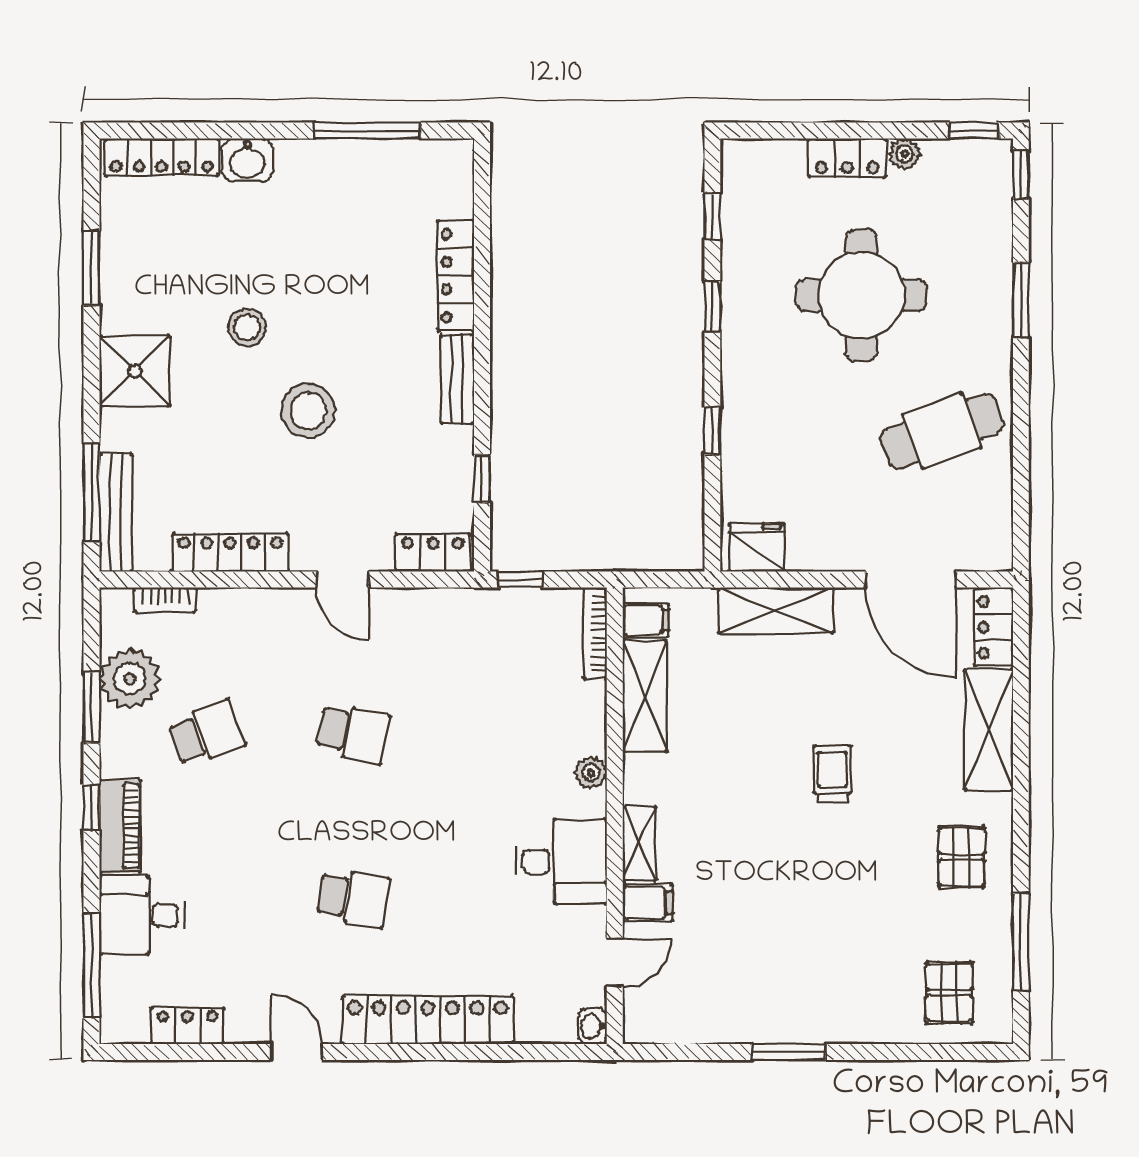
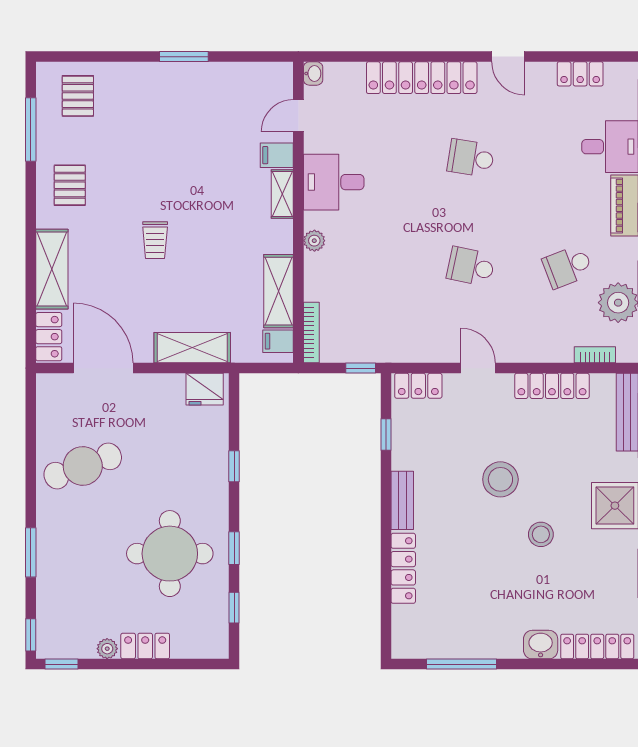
round table: (861, 295) -> (170, 554), moved

